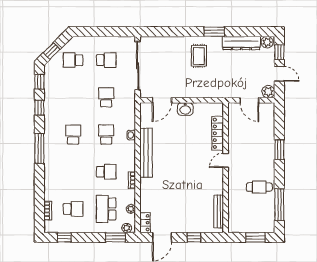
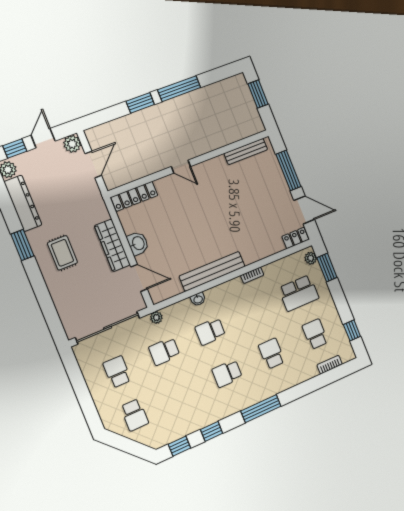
window: (52, 51) -> (134, 448), removed
rug: (199, 56) -> (62, 253), turned 90
wardrobe: (191, 91) -> (112, 245), added
locker: (218, 133) -> (134, 196), moved
school desk: (106, 172) -> (272, 354), moved
cafe table: (259, 187) -> (196, 111), removed
window: (279, 205) -> (179, 89), moved
plant: (131, 209) -> (156, 317), moved
window: (194, 237) -> (288, 170), width x2.17

